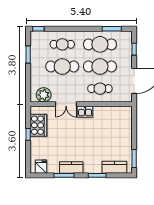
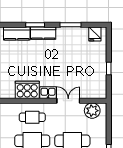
cooker: (38, 125) -> (27, 90), moved, turned 90
kitchen counter: (71, 168) -> (43, 33), moved

